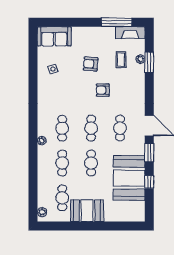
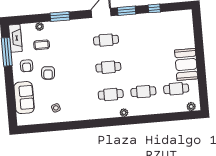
sofa: (54, 36) -> (24, 98), moved
window: (149, 62) -> (60, 16), moved
armchair: (103, 90) -> (27, 66), moved
cafe table: (91, 163) -> (141, 64), removed
booth: (129, 178) -> (152, 28), removed

